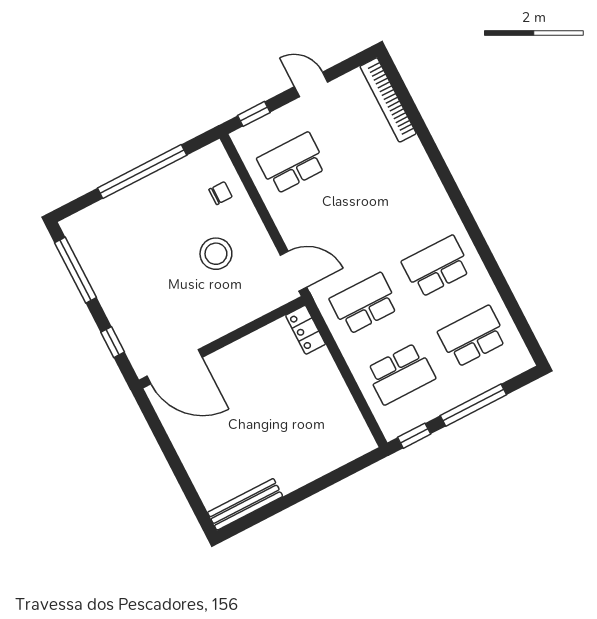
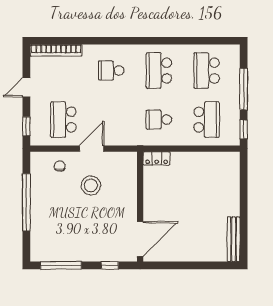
school desk: (400, 196) -> (111, 71), added
door: (293, 271) -> (92, 149), moved
school desk: (364, 304) -> (159, 120), width x0.54

